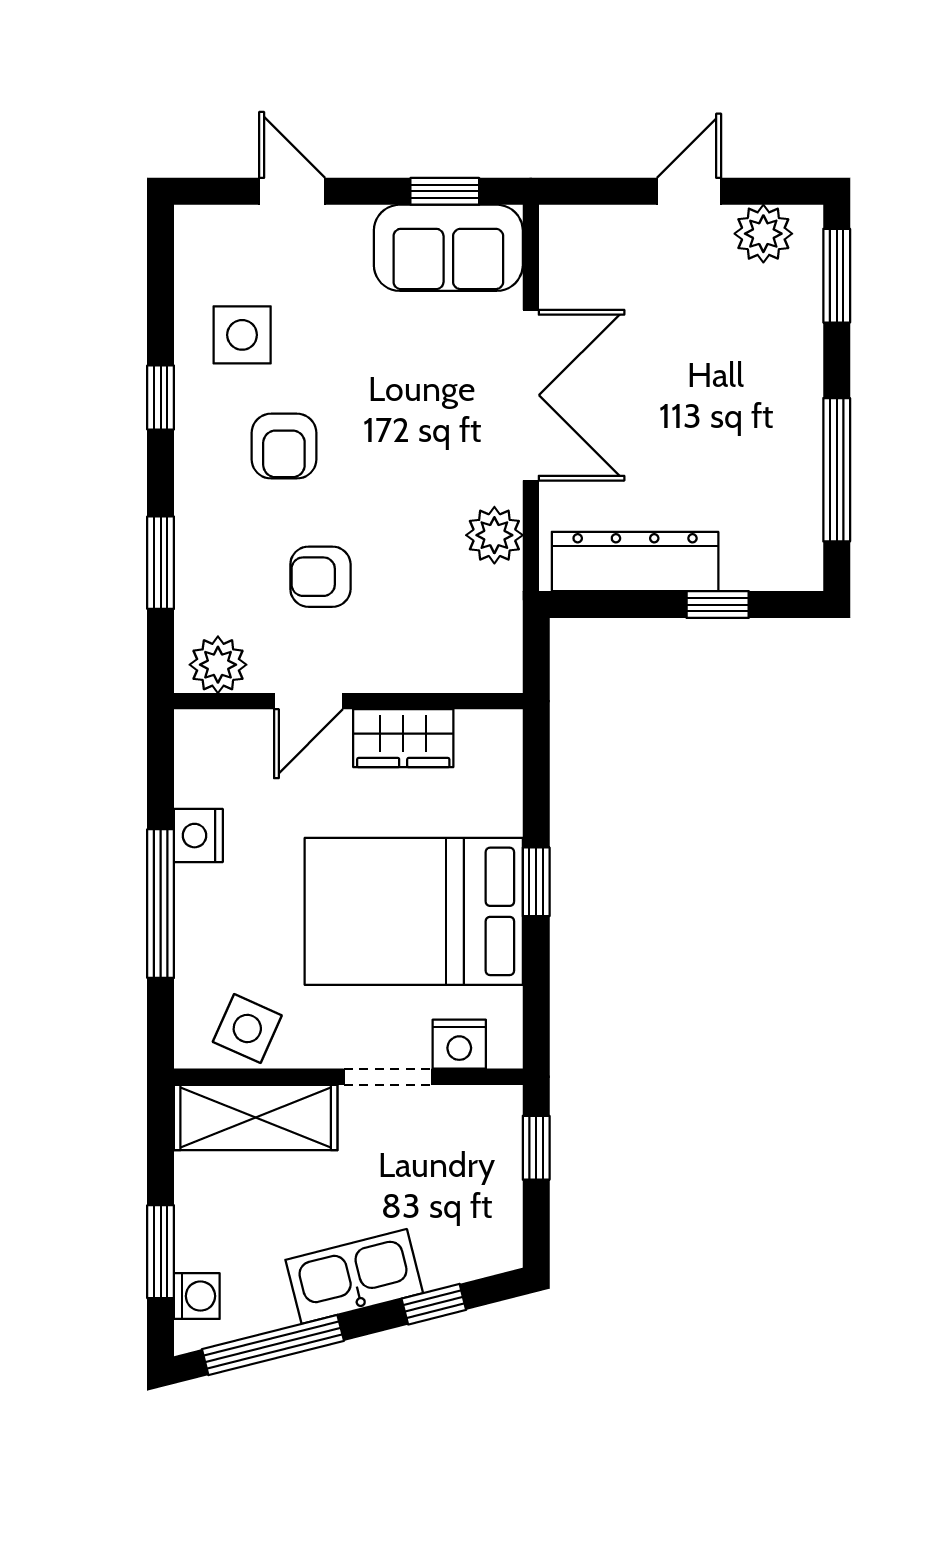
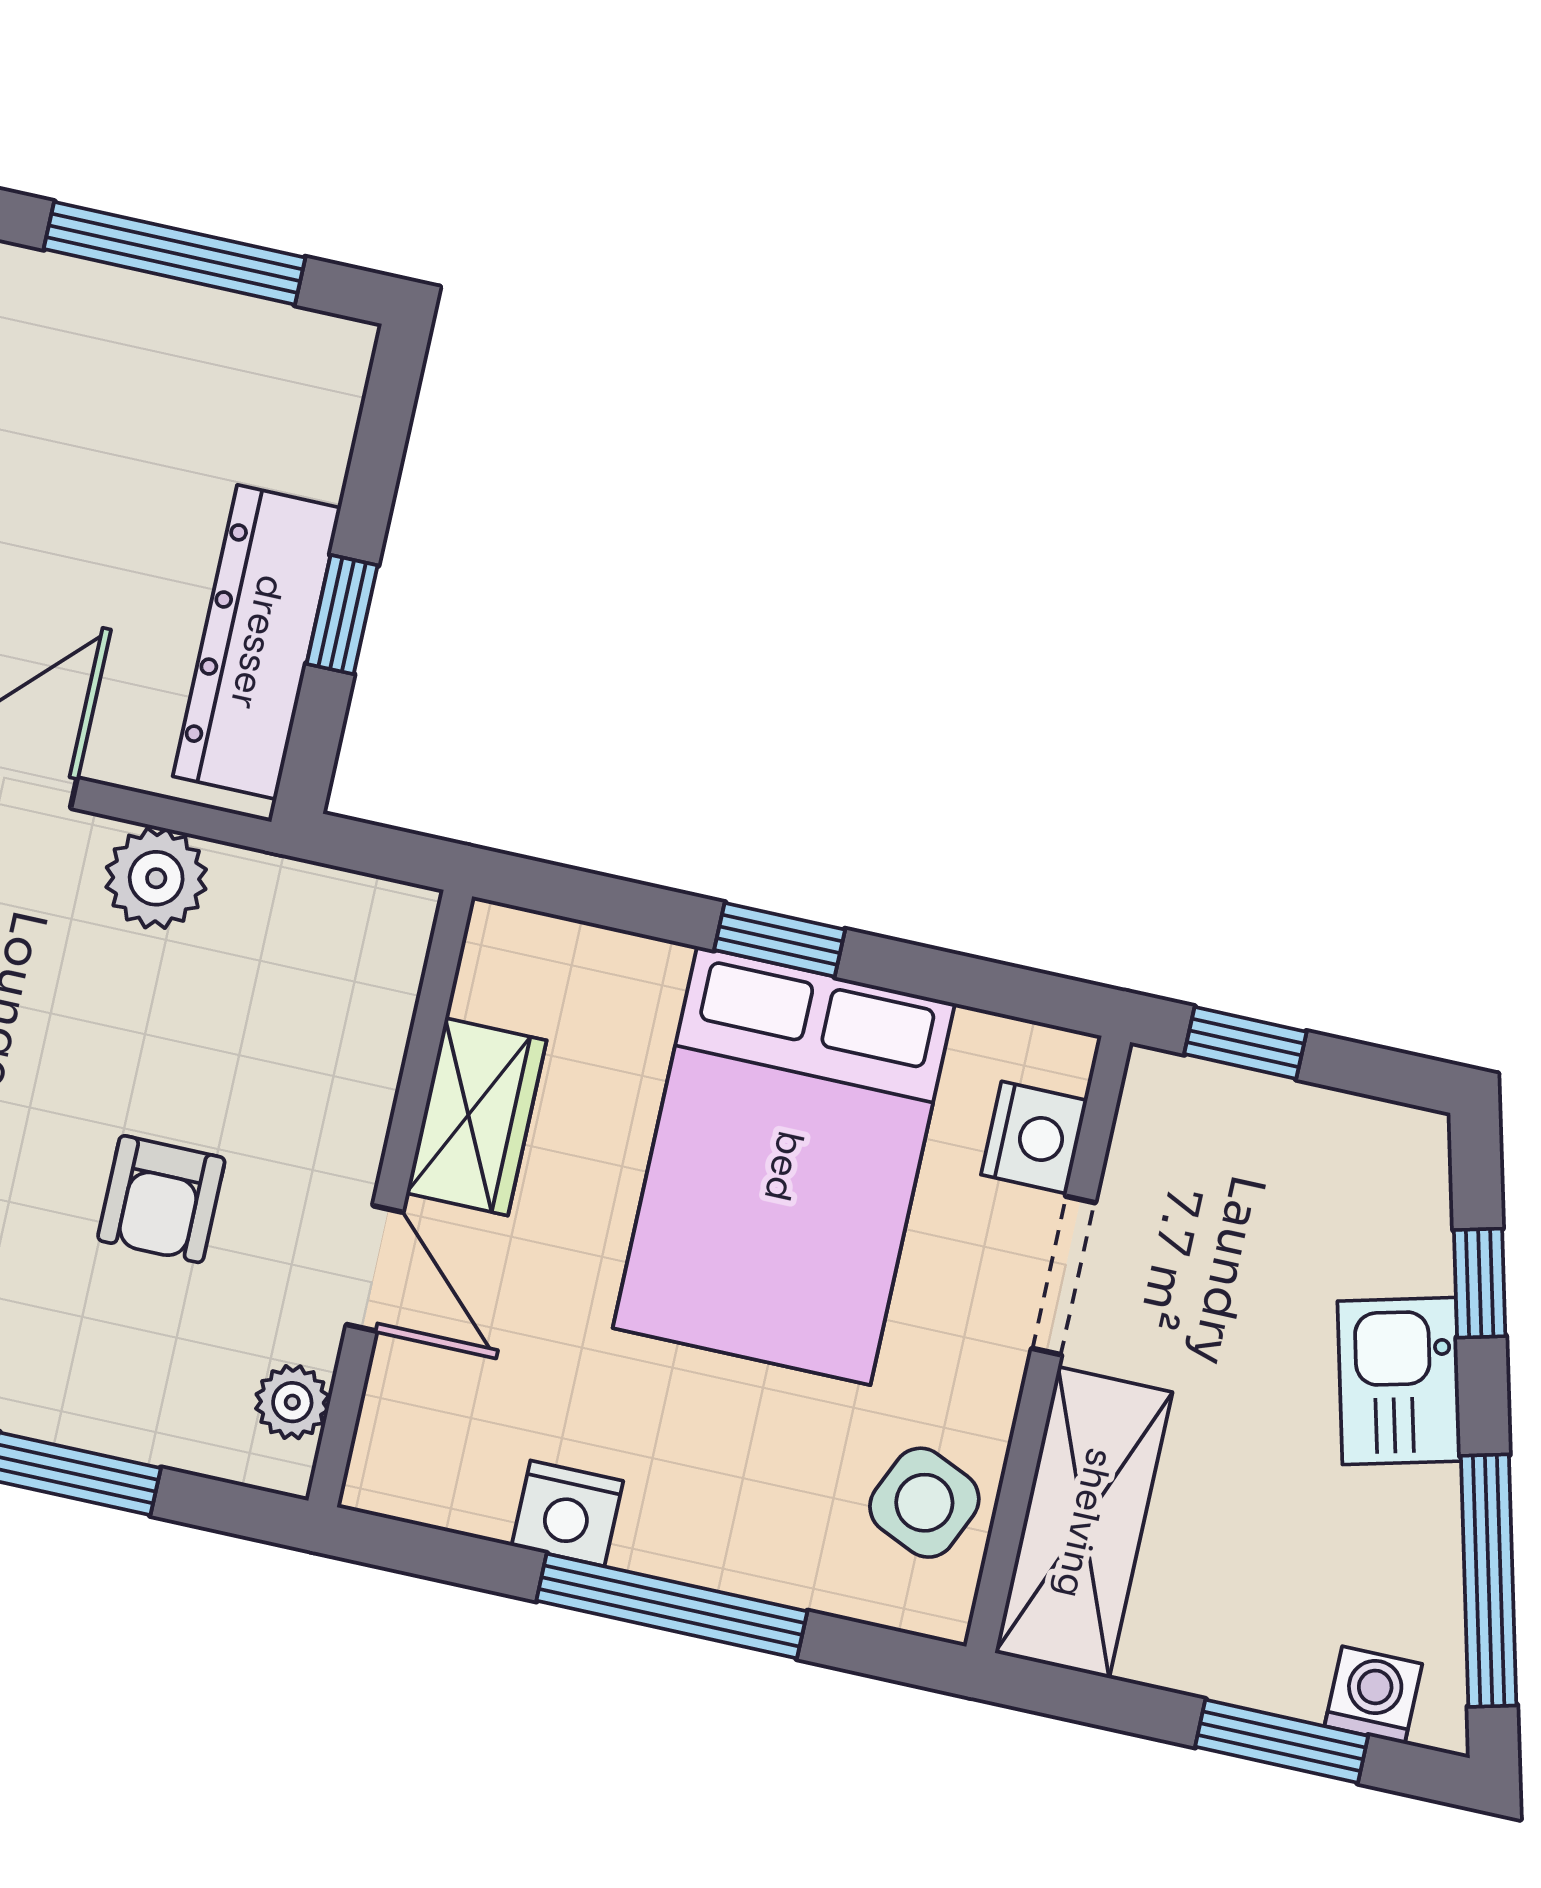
window: (718, 605) -> (342, 615), moved
plant: (218, 665) -> (292, 1402), width x0.73, depth x0.73
kitchen sink: (354, 1276) -> (1399, 1381), width x0.73

